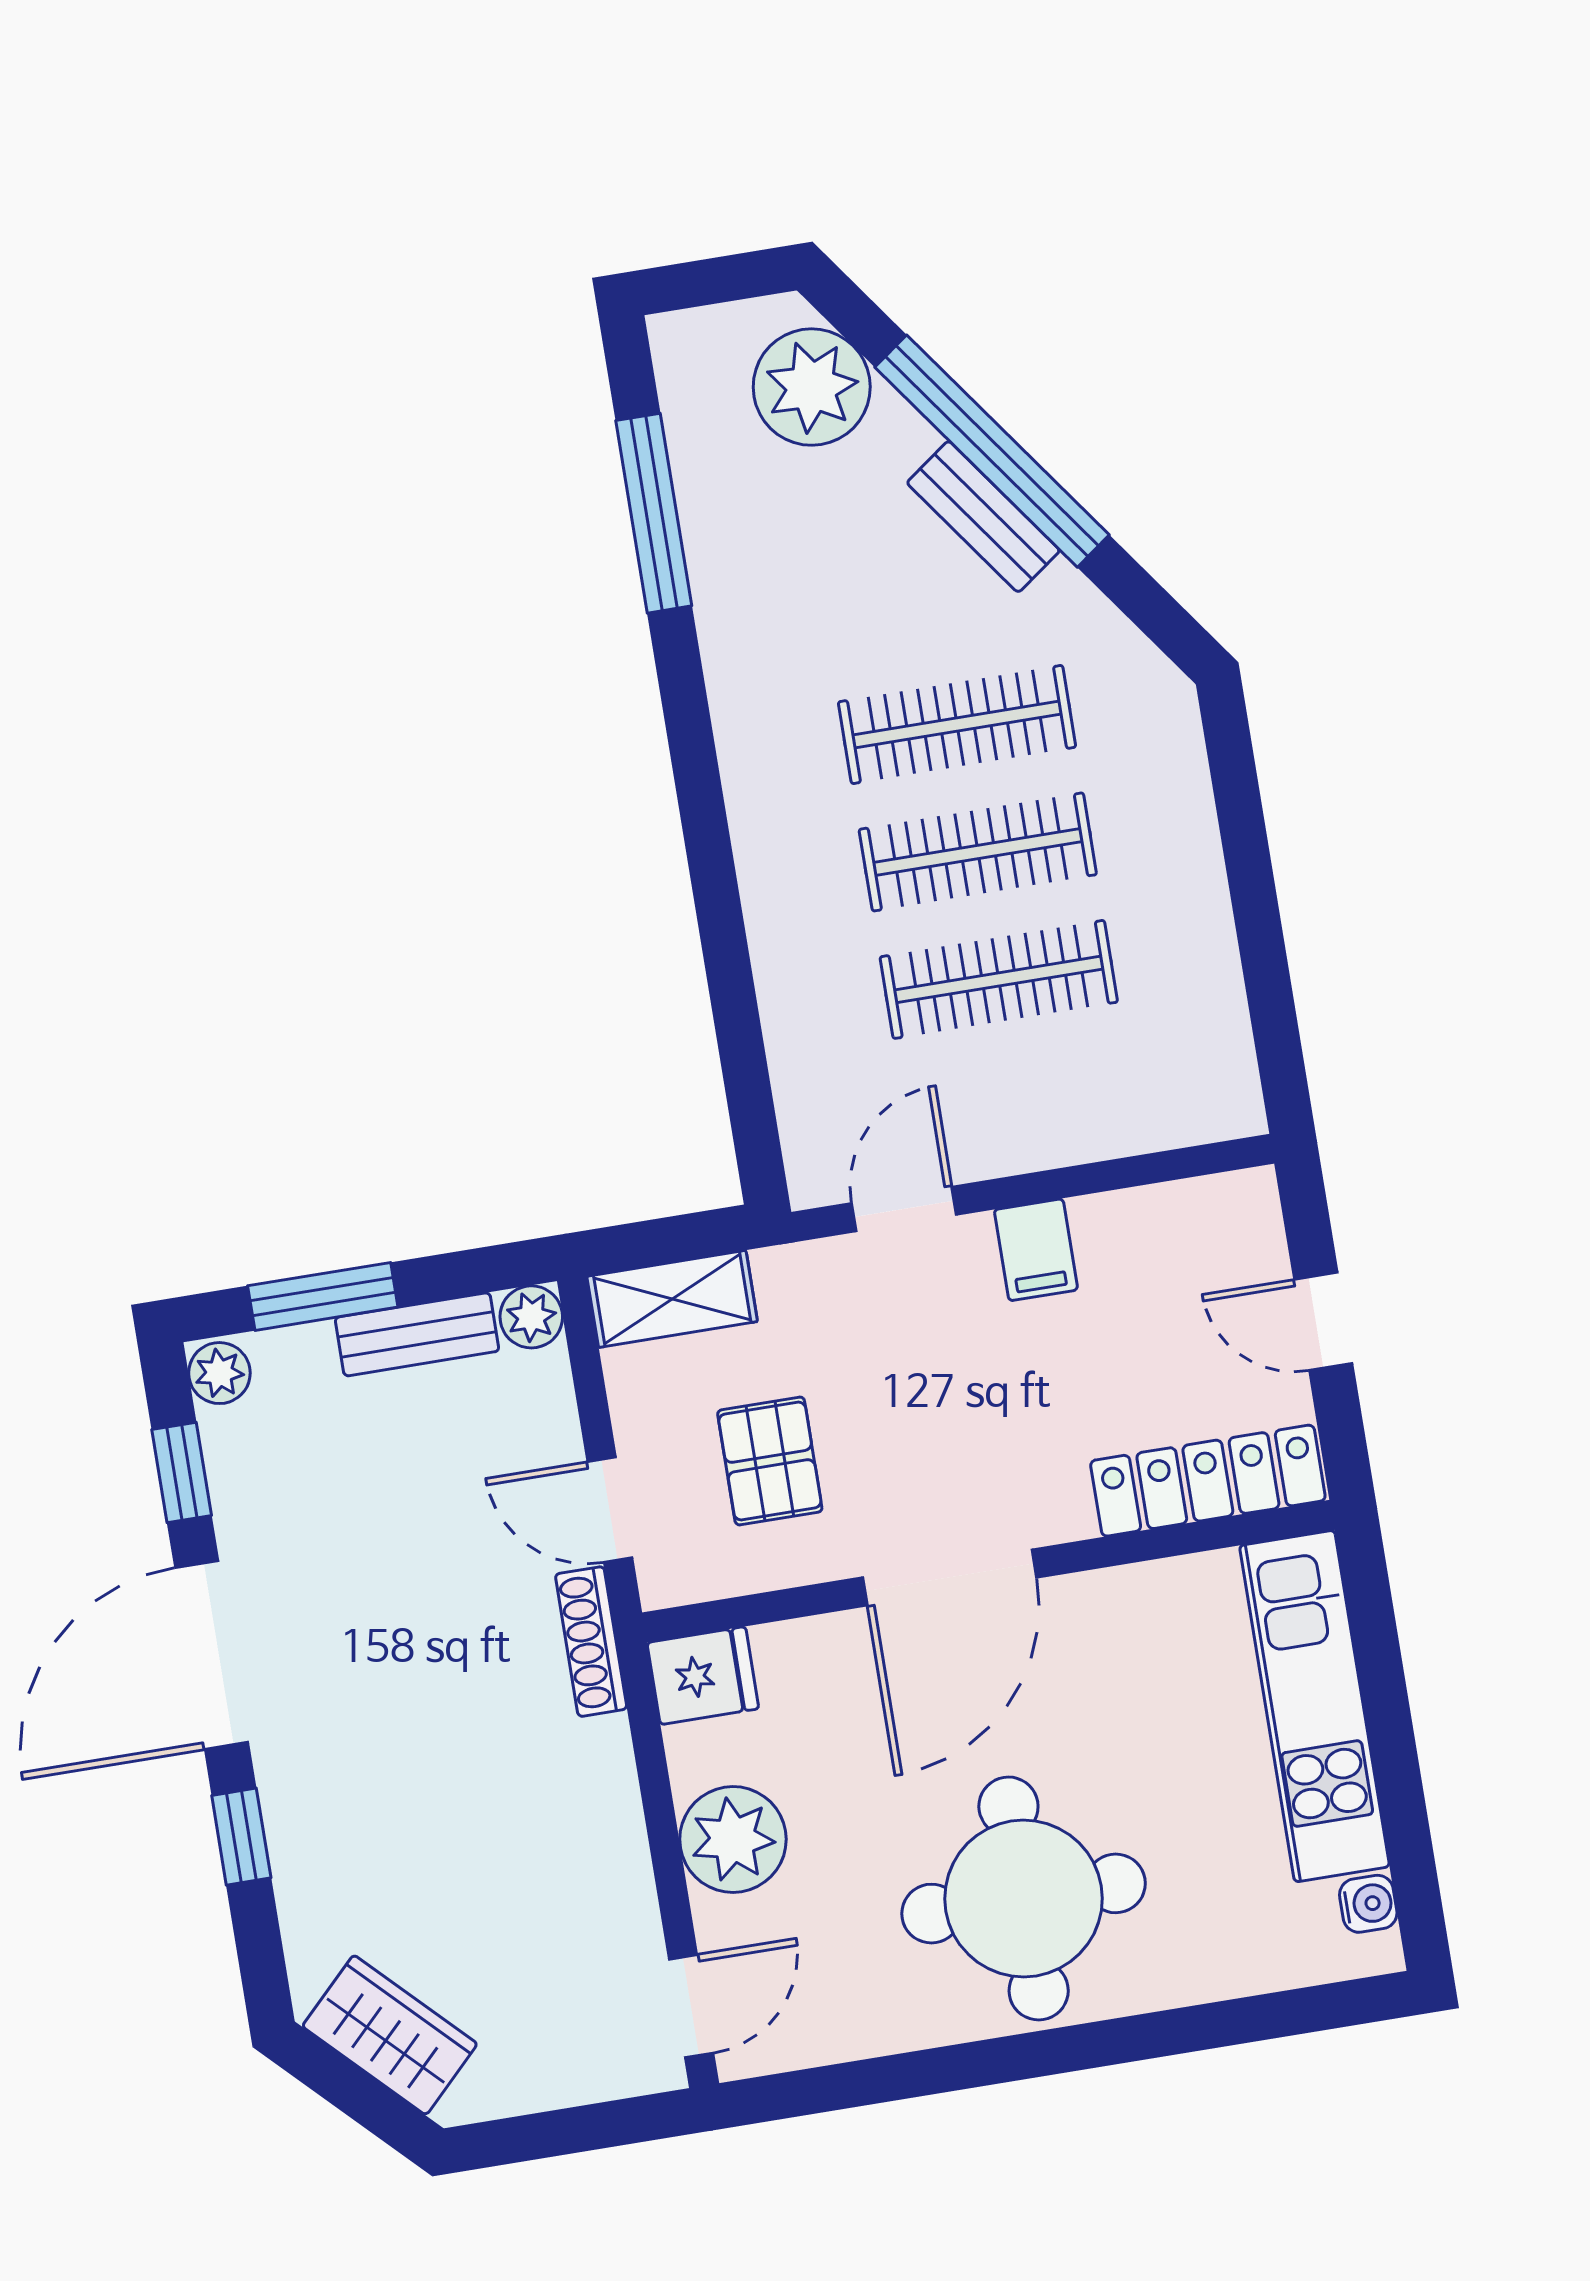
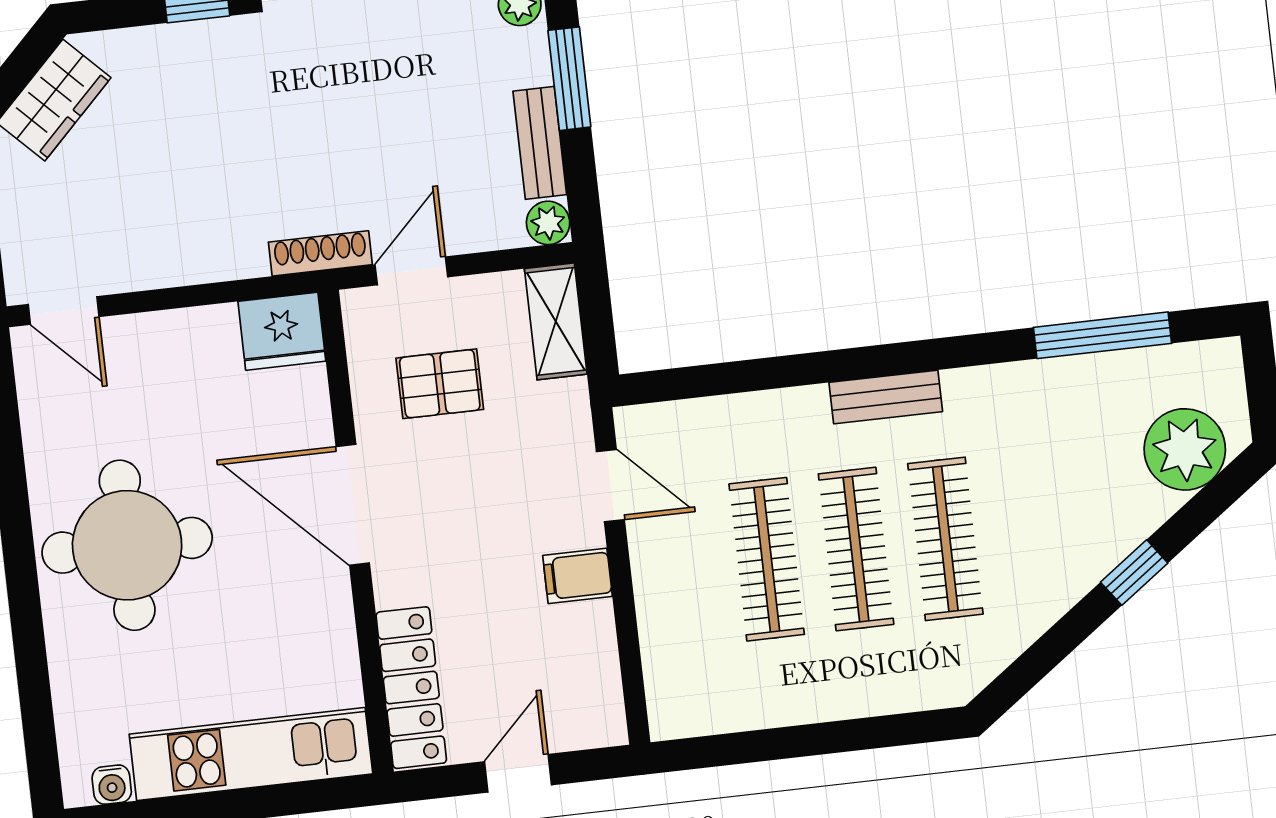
window: (992, 451) -> (1134, 573), width x0.32
bench: (983, 517) -> (886, 397), moved, turned 36
fridge: (703, 1676) -> (282, 331), width x1.38
plant: (733, 1839) -> (178, 345), removed

